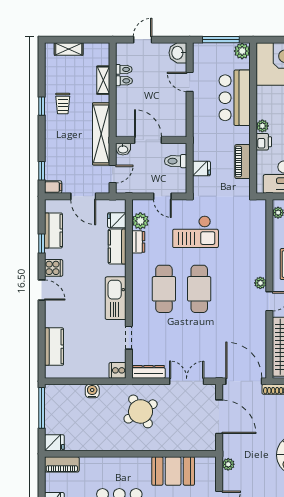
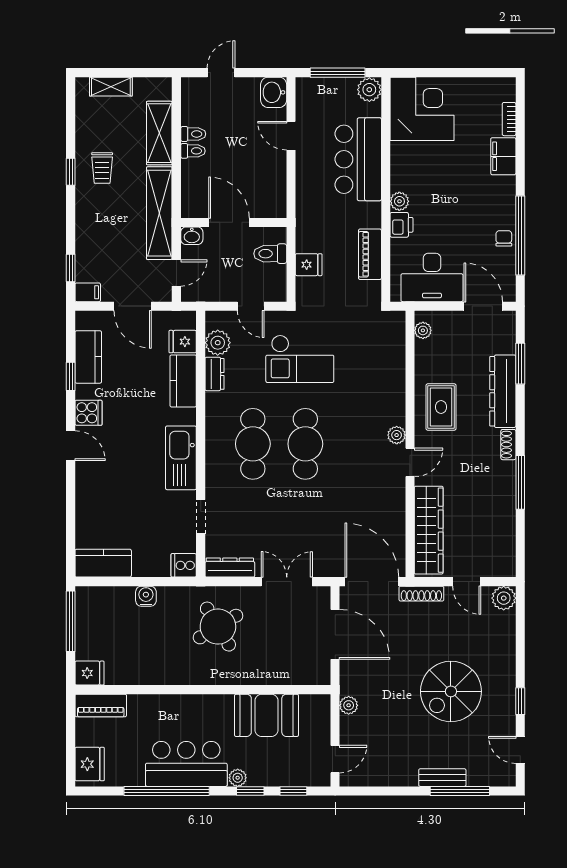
toilet: (124, 69) -> (193, 151), moved
shelving: (103, 80) -> (159, 133), width x1.50, depth x1.33
kitchen counter: (54, 347) -> (103, 563), moved, turned -90

